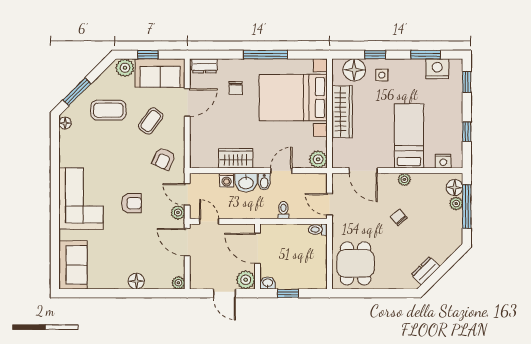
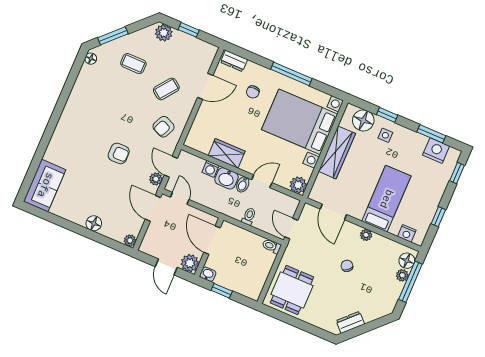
sofa: (160, 73) -> (192, 50), removed
coffee table: (108, 110) -> (133, 64), width x0.73, depth x0.77
corner sofa: (81, 199) -> (76, 130), removed

